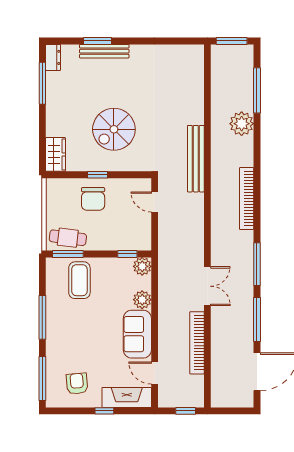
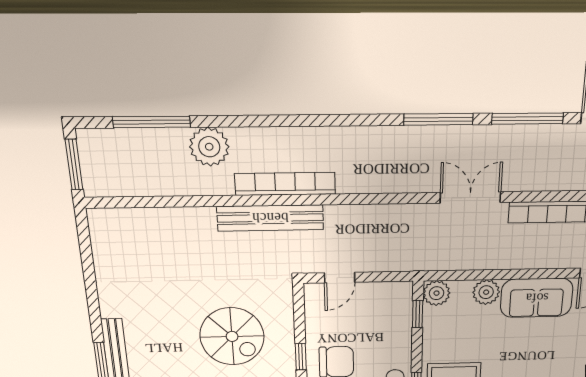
bookcase: (247, 198) -> (285, 184), moved, turned 180

